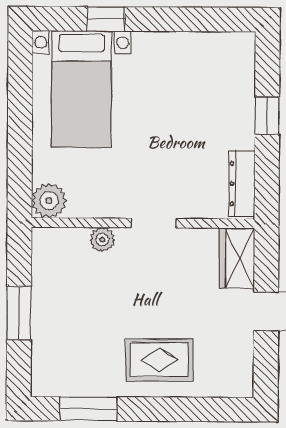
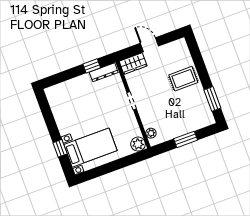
window: (267, 116) -> (92, 66), moved
plant: (102, 240) -> (151, 133), moved
rug: (159, 360) -> (183, 79), turned 90

